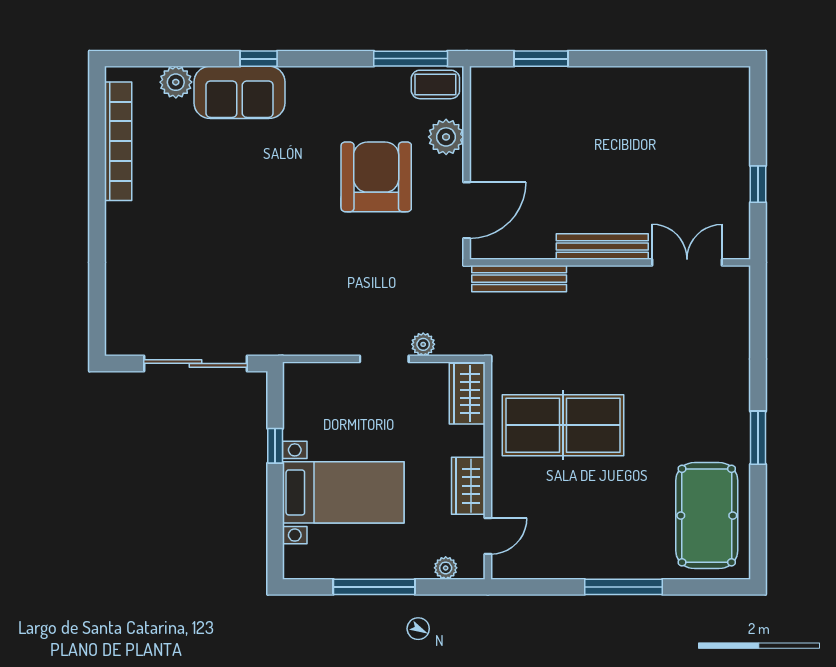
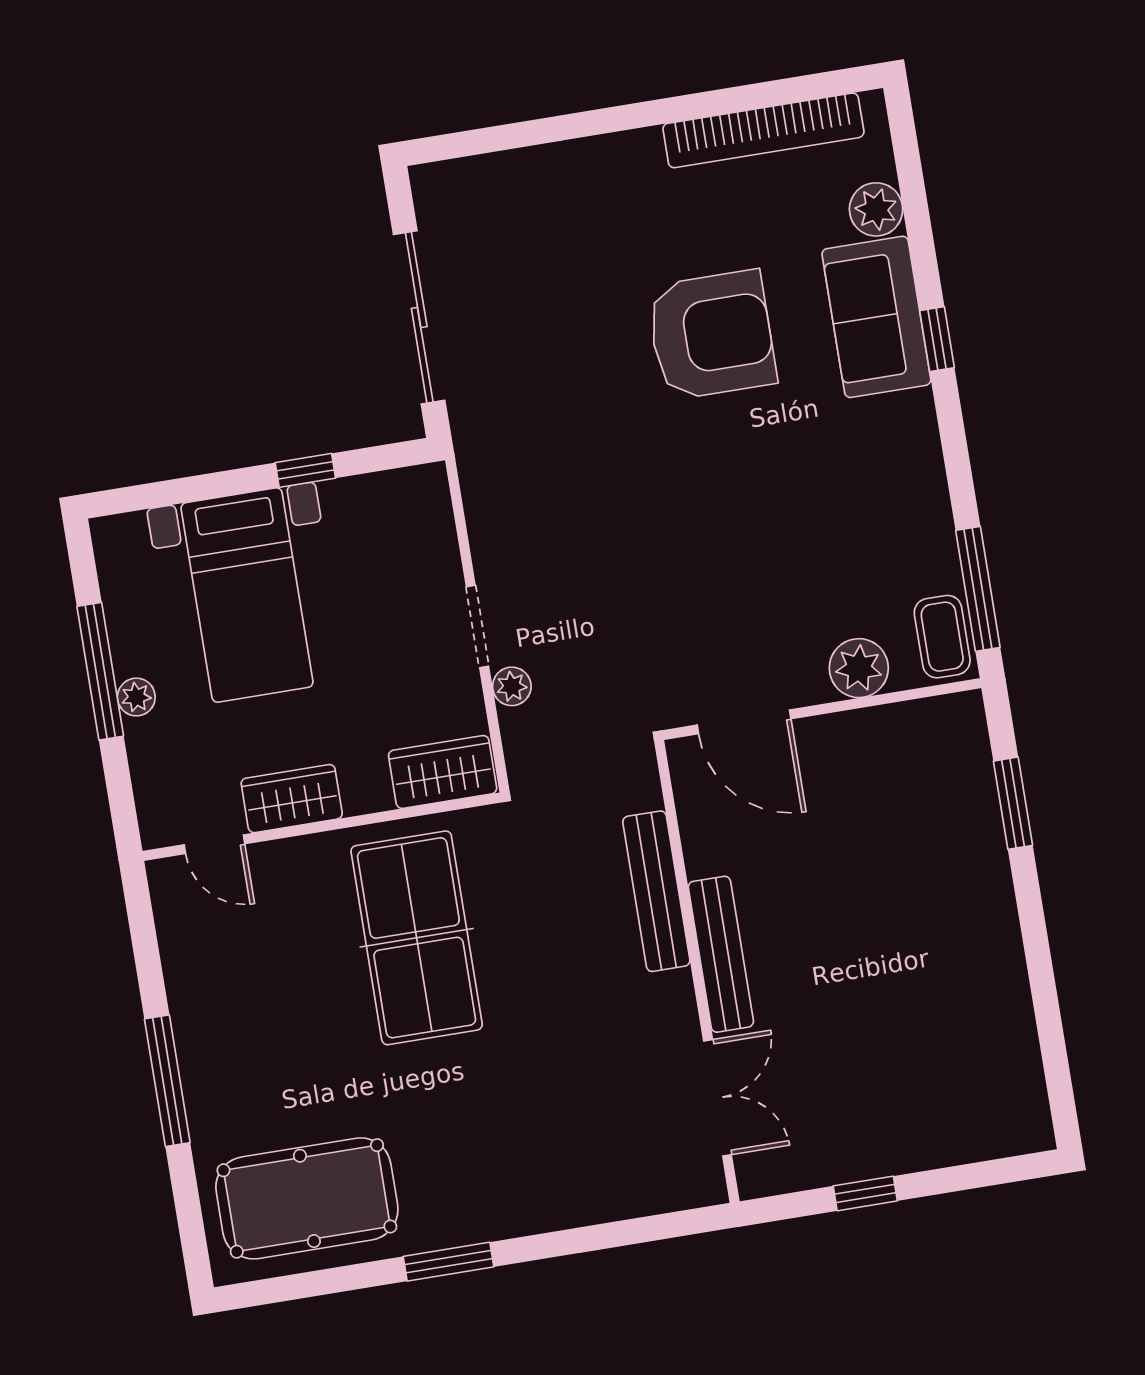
armchair: (376, 177) -> (711, 335), moved
bench: (519, 279) -> (656, 891), moved
plant: (446, 568) -> (136, 697), moved

